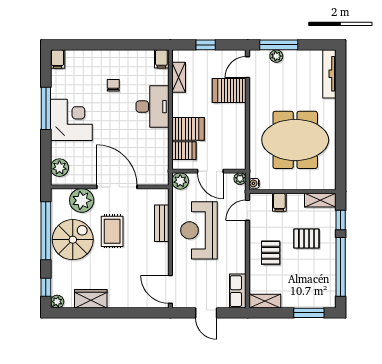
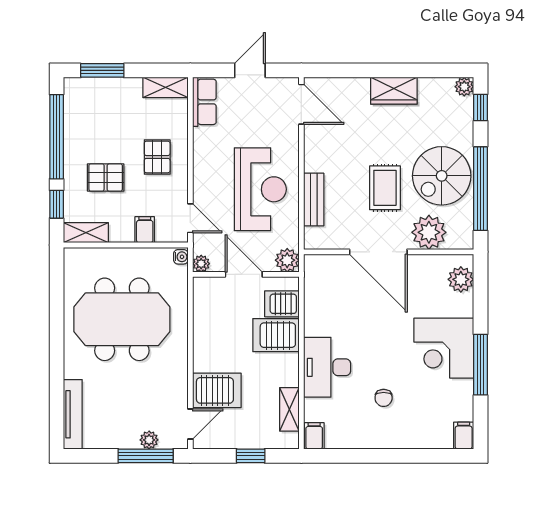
door: (248, 210) -> (190, 218), hinge flipped
wardrobe: (91, 299) -> (394, 91), moved
door: (206, 313) -> (250, 70), hinge flipped

